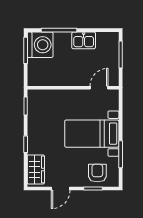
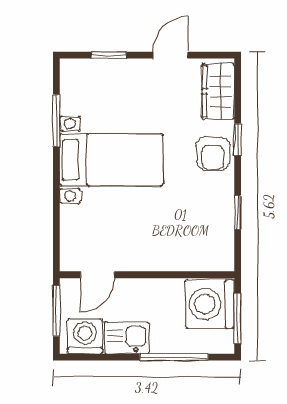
washing machine: (106, 41) -> (85, 336), added
washing machine: (40, 45) -> (210, 304), moved
wall: (73, 88) -> (147, 275), moved
door: (99, 88) -> (97, 275), moved
armchair: (97, 173) -> (213, 153), moved

